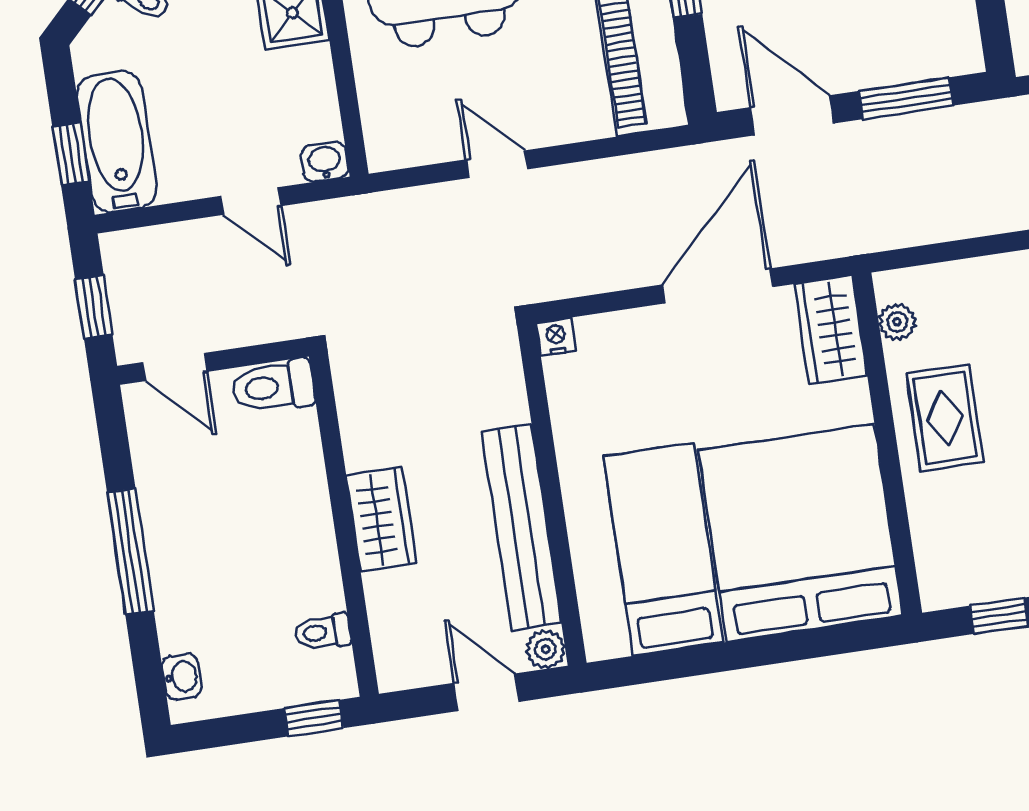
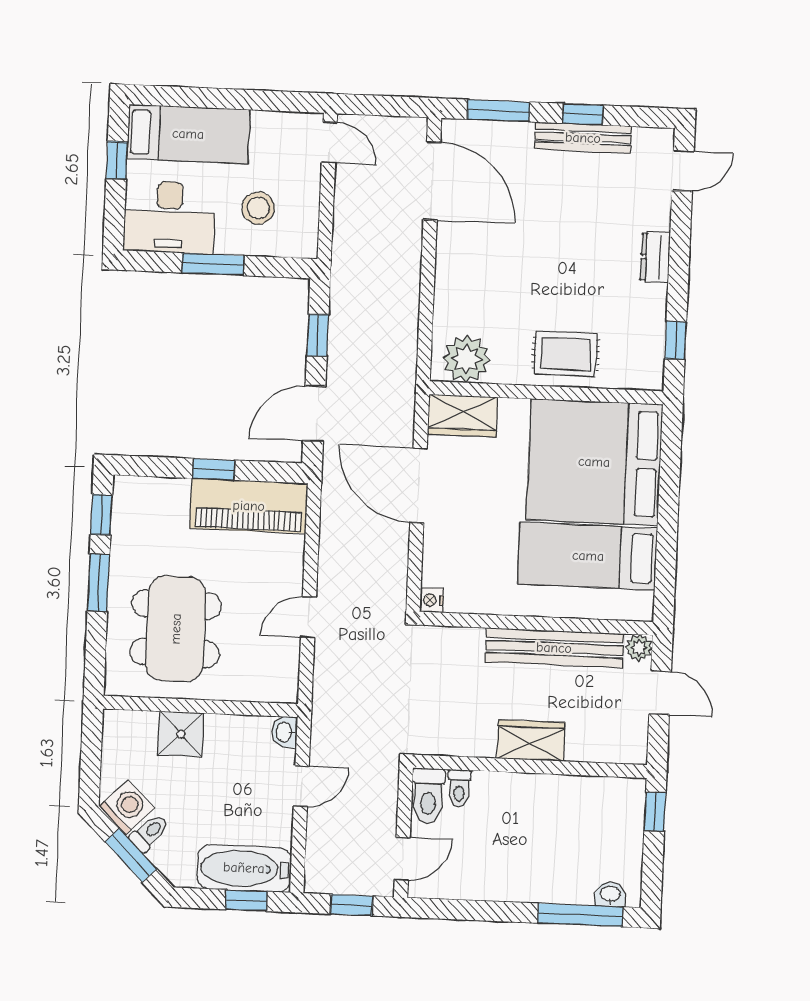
window: (906, 98) -> (318, 335), width x0.67
plant: (897, 322) -> (466, 359), width x1.88, depth x1.88
rug: (945, 418) -> (566, 354), moved
window: (130, 551) -> (580, 915), moved
toilet: (323, 632) -> (459, 788), moved
door: (487, 692) -> (660, 693), swing flipped

